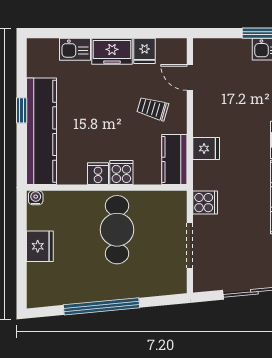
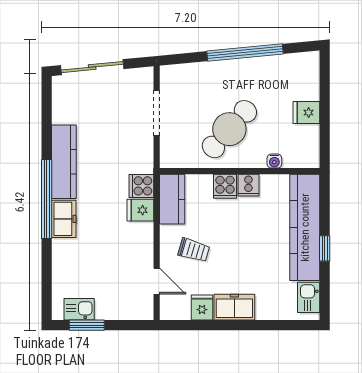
kitchen sink: (75, 49) -> (309, 297), moved, turned -90
water cooler: (36, 198) -> (274, 161), moved
cooker: (205, 203) -> (141, 186), moved
cafe table: (117, 230) -> (229, 129), turned 42
fridge: (40, 246) -> (306, 113), width x0.72

